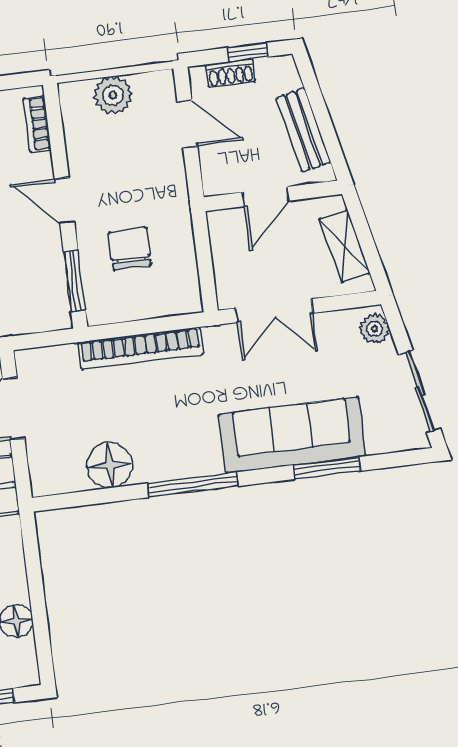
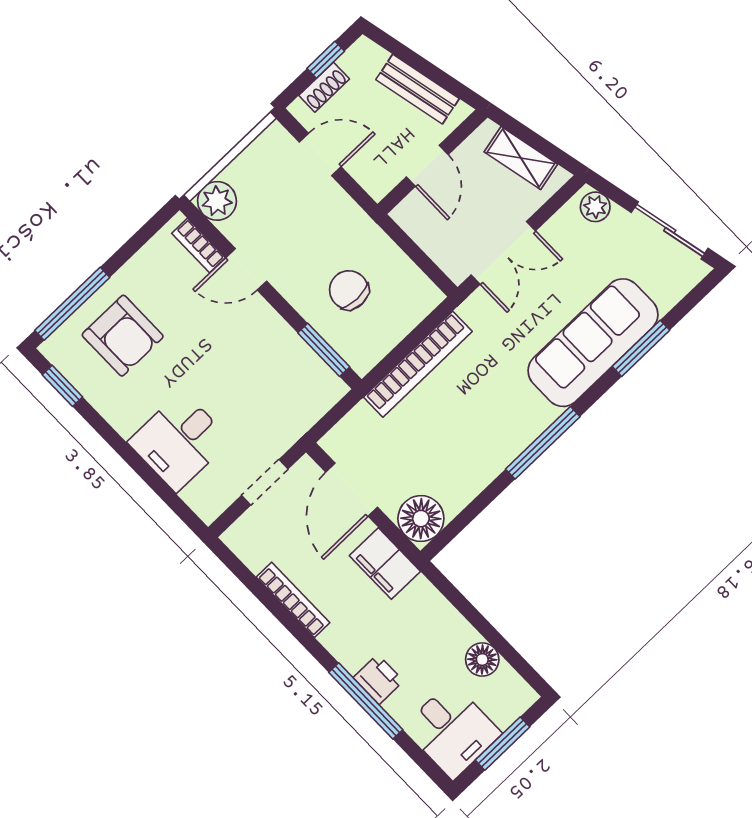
plant: (113, 95) -> (217, 201), moved
door: (64, 200) -> (246, 269), moved
floor lamp: (110, 465) -> (421, 519), moved

